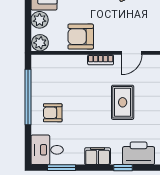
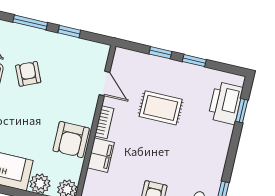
filing cabinet: (98, 156) -> (101, 155), moved, turned 180
window: (123, 168) -> (242, 111), moved

